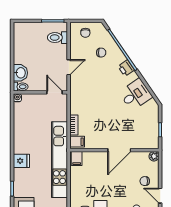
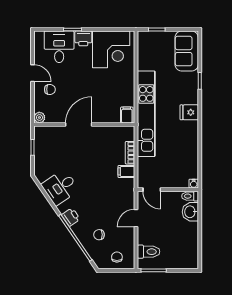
filing cabinet: (77, 142) -> (126, 171), moved

